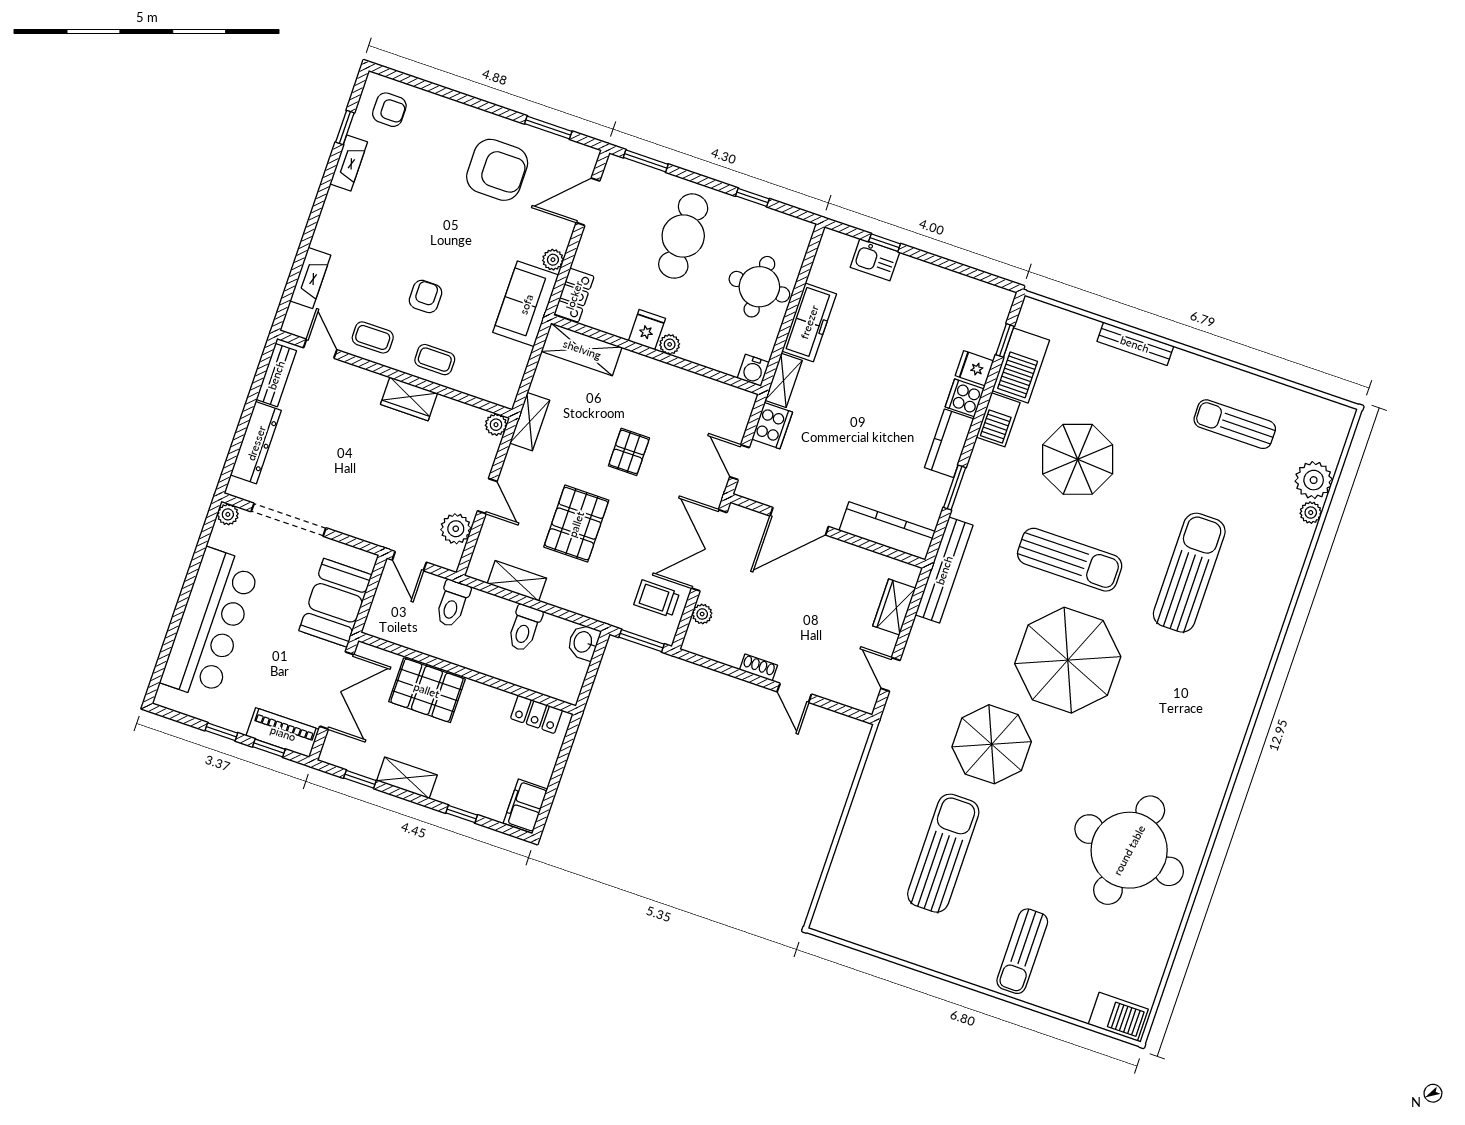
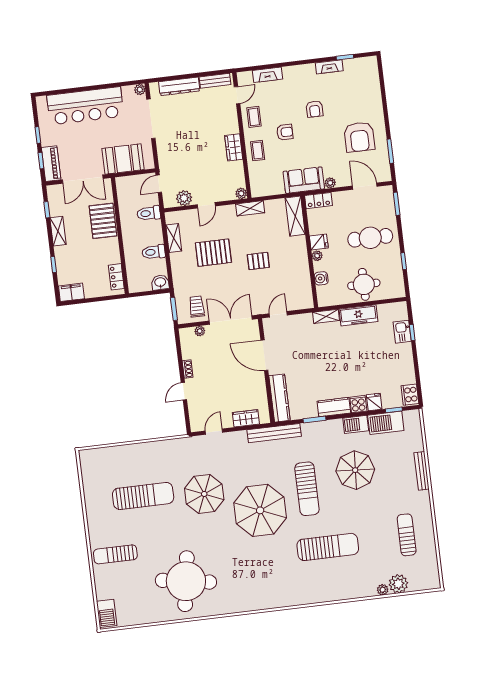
armchair: (389, 110) -> (315, 109), moved
water cooler: (753, 370) -> (321, 278), moved
cooker: (772, 426) -> (410, 395), moved, turned 90

